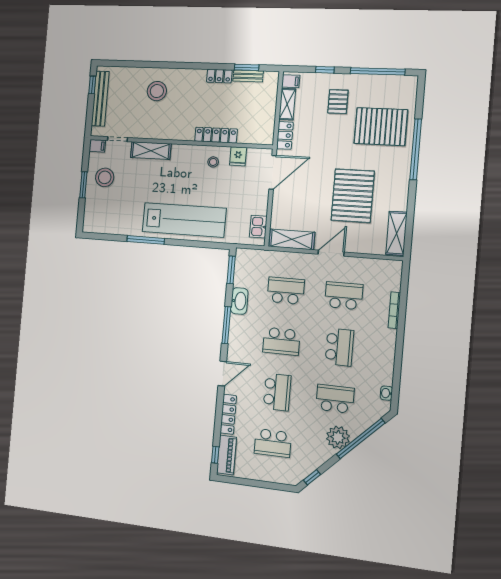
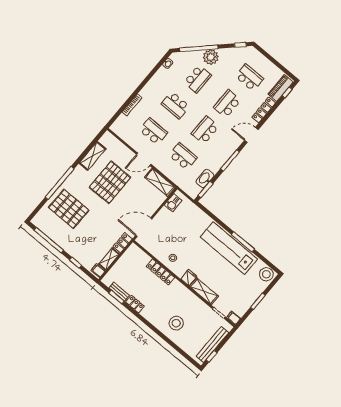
pallet: (338, 102) -> (81, 240), removed
fridge: (238, 156) -> (189, 278), moved
stool: (105, 177) -> (266, 274), moved
lab bench: (184, 220) -> (229, 248), moved
shelving: (397, 233) -> (92, 156), moved
school desk: (286, 291) -> (183, 156), turned 180
school desk: (344, 296) -> (153, 131), turned 180
washbasin: (239, 301) -> (205, 178), moved
school desk: (281, 341) -> (205, 130), turned -90
school desk: (339, 347) -> (175, 105), turned -90
school desk: (335, 399) -> (198, 79), turned -90

